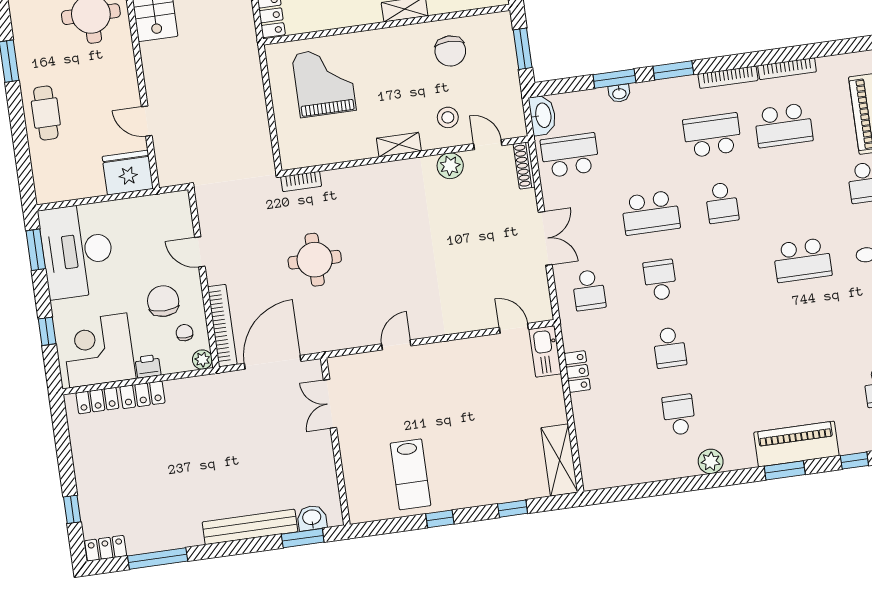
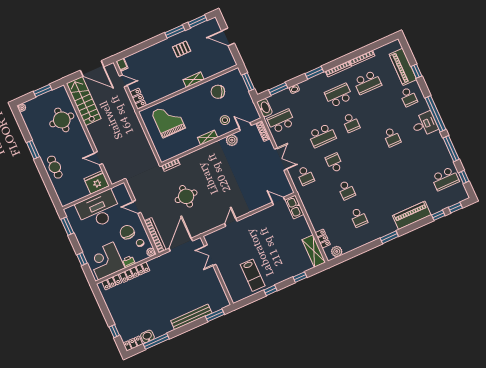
chair: (450, 51) -> (218, 92), turned 114
window: (614, 79) -> (278, 89), moved
desk: (77, 251) -> (99, 210), moved, turned 90
school desk: (802, 260) -> (392, 137), width x0.54
locker: (577, 371) -> (323, 239), moved
locker: (143, 395) -> (135, 272), width x1.53
school desk: (679, 415) -> (359, 217), turned 180
plant: (711, 461) -> (337, 251), moved
window: (785, 470) -> (389, 237), moved
washbasin: (312, 518) -> (147, 336), moved

